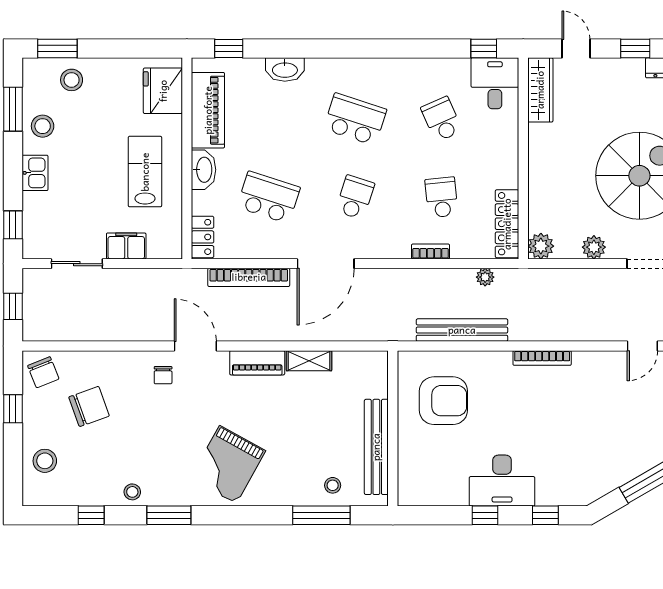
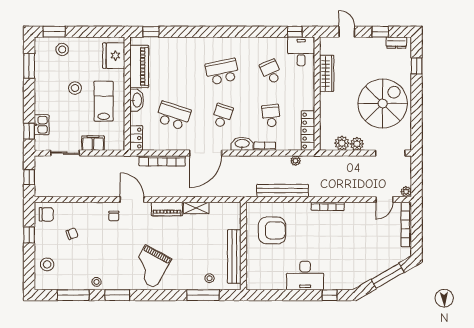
washbasin: (285, 69) -> (242, 144), moved, turned 180
wardrobe: (540, 90) -> (327, 73), moved
school desk: (355, 119) -> (222, 72), turned -30
stool: (43, 126) -> (75, 88), moved
kitchen sink: (35, 173) -> (42, 125), moved
plant: (541, 246) -> (342, 143), moved
chair: (43, 372) -> (46, 214), turned -68
chair: (89, 406) -> (72, 234), width x0.54, depth x0.54
window: (91, 515) -> (73, 295), width x2.17
window: (485, 515) -> (295, 295), removed

